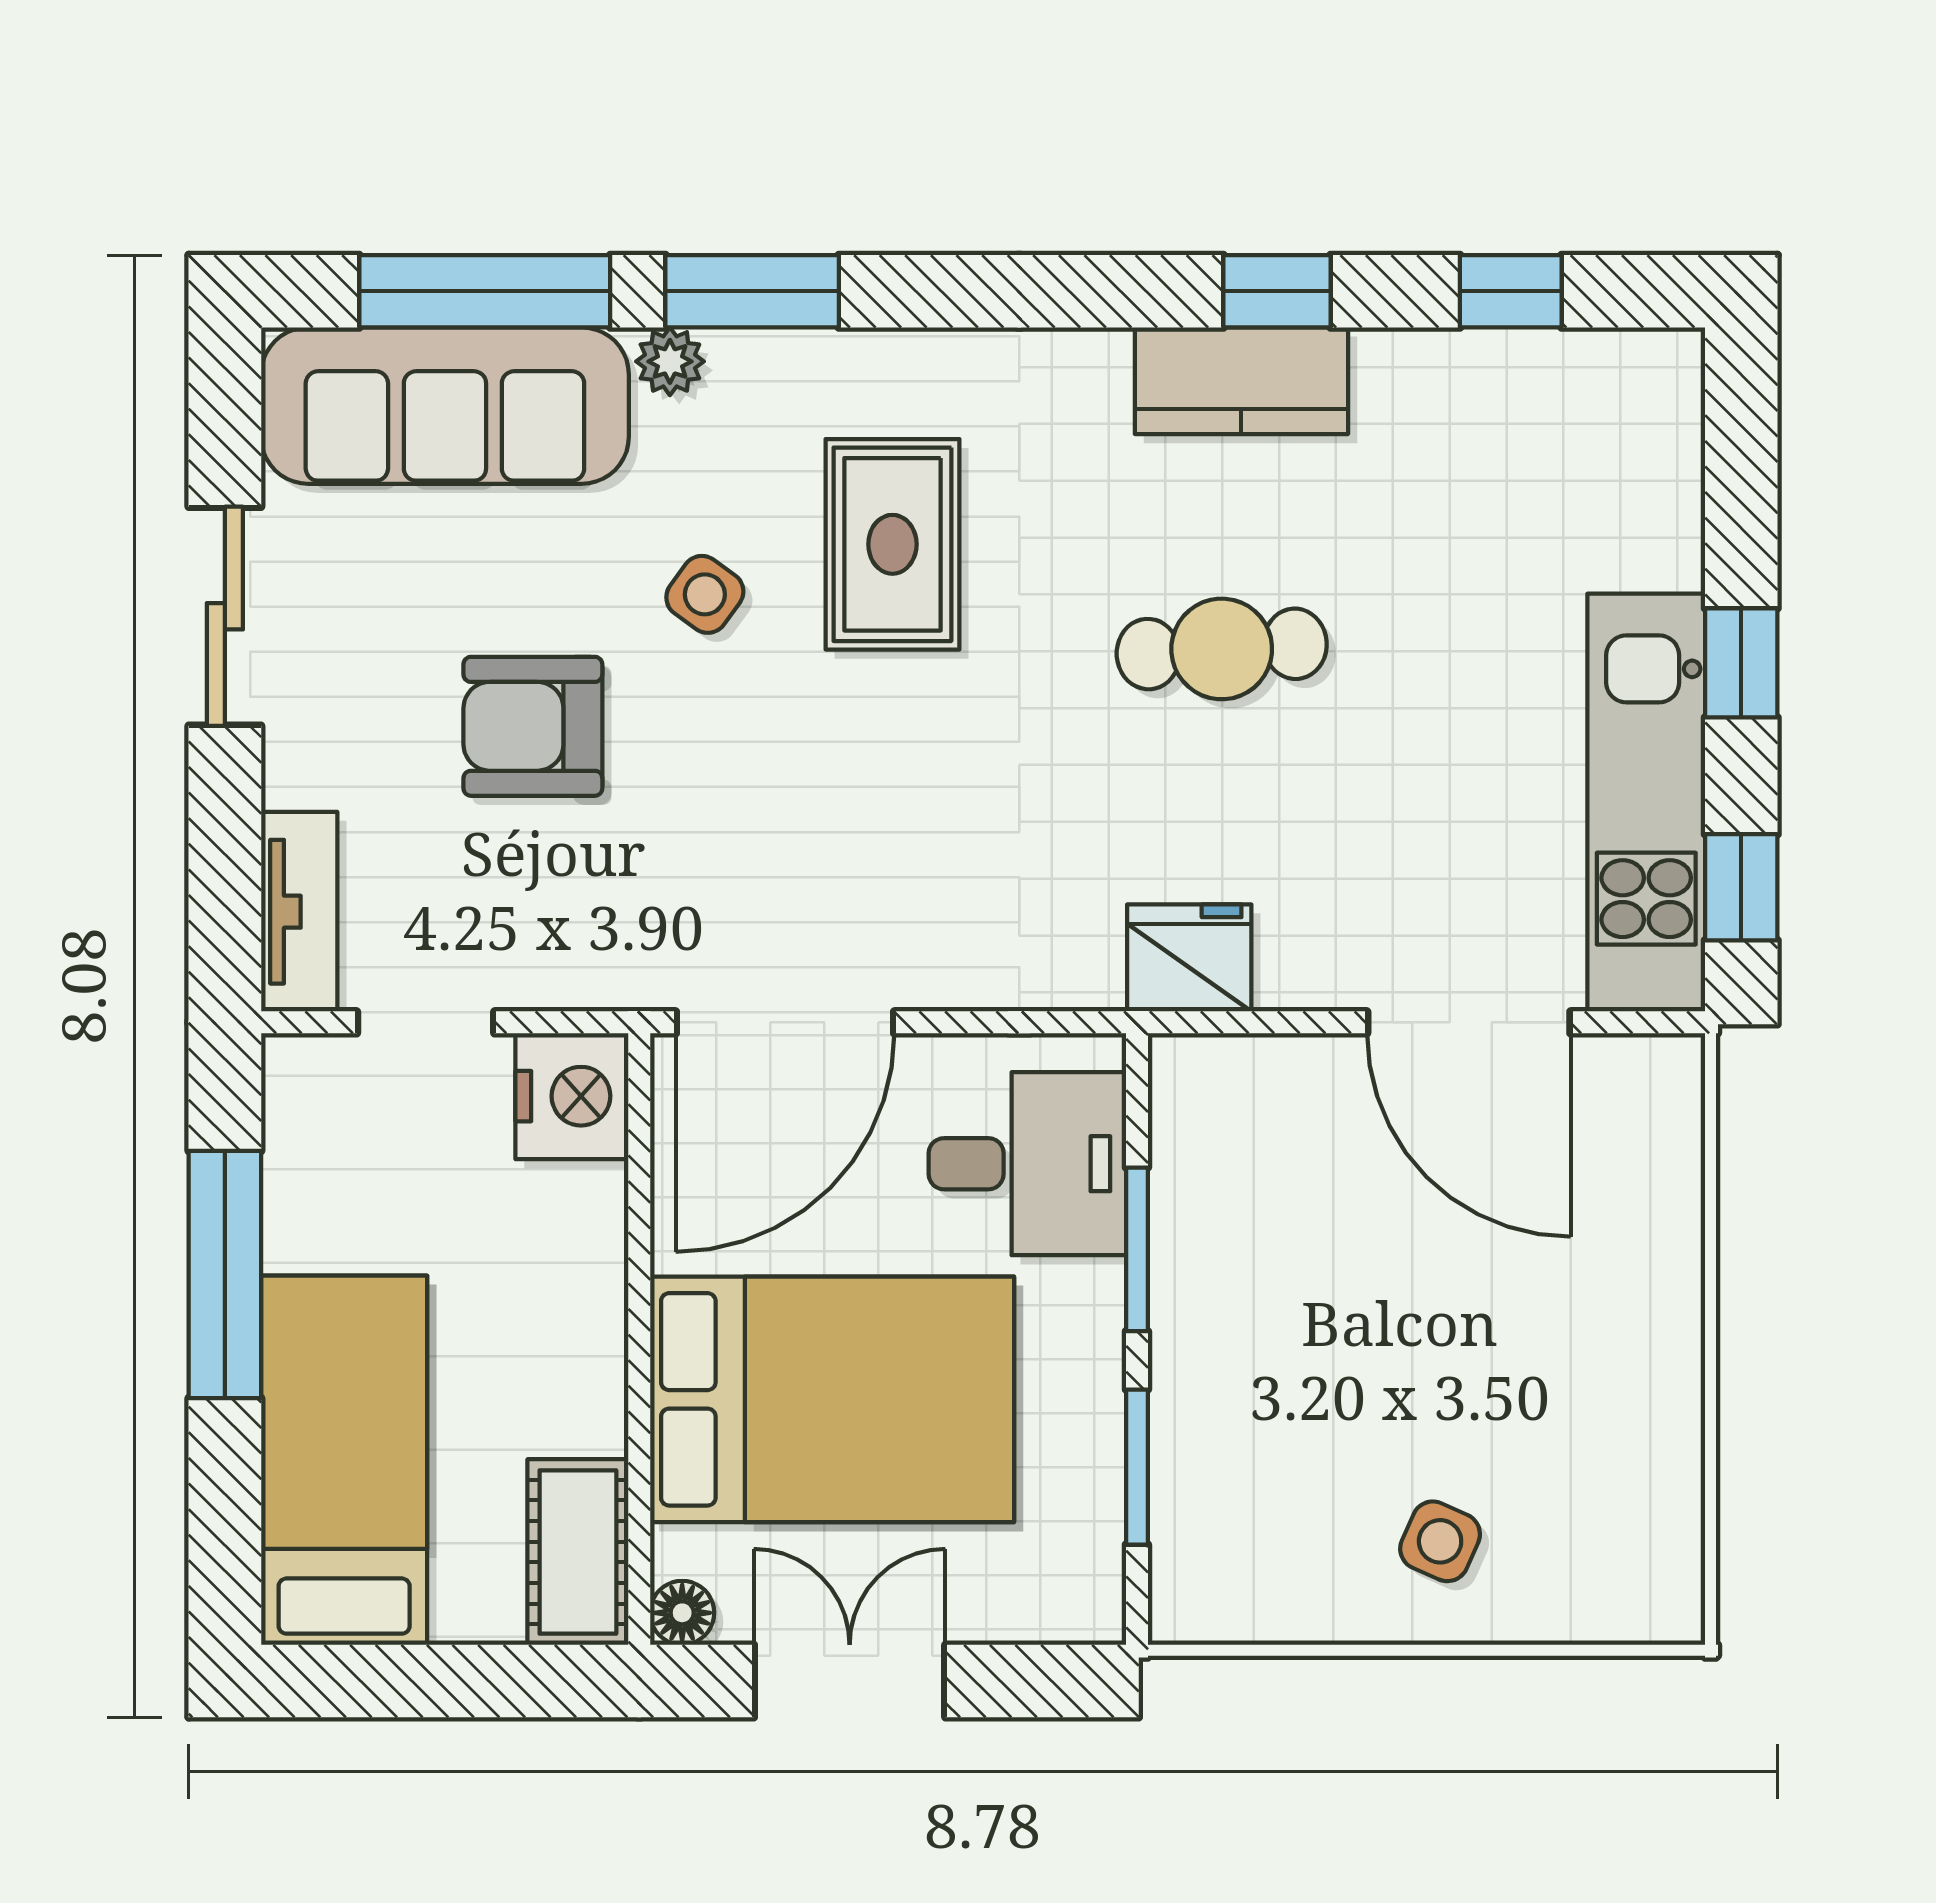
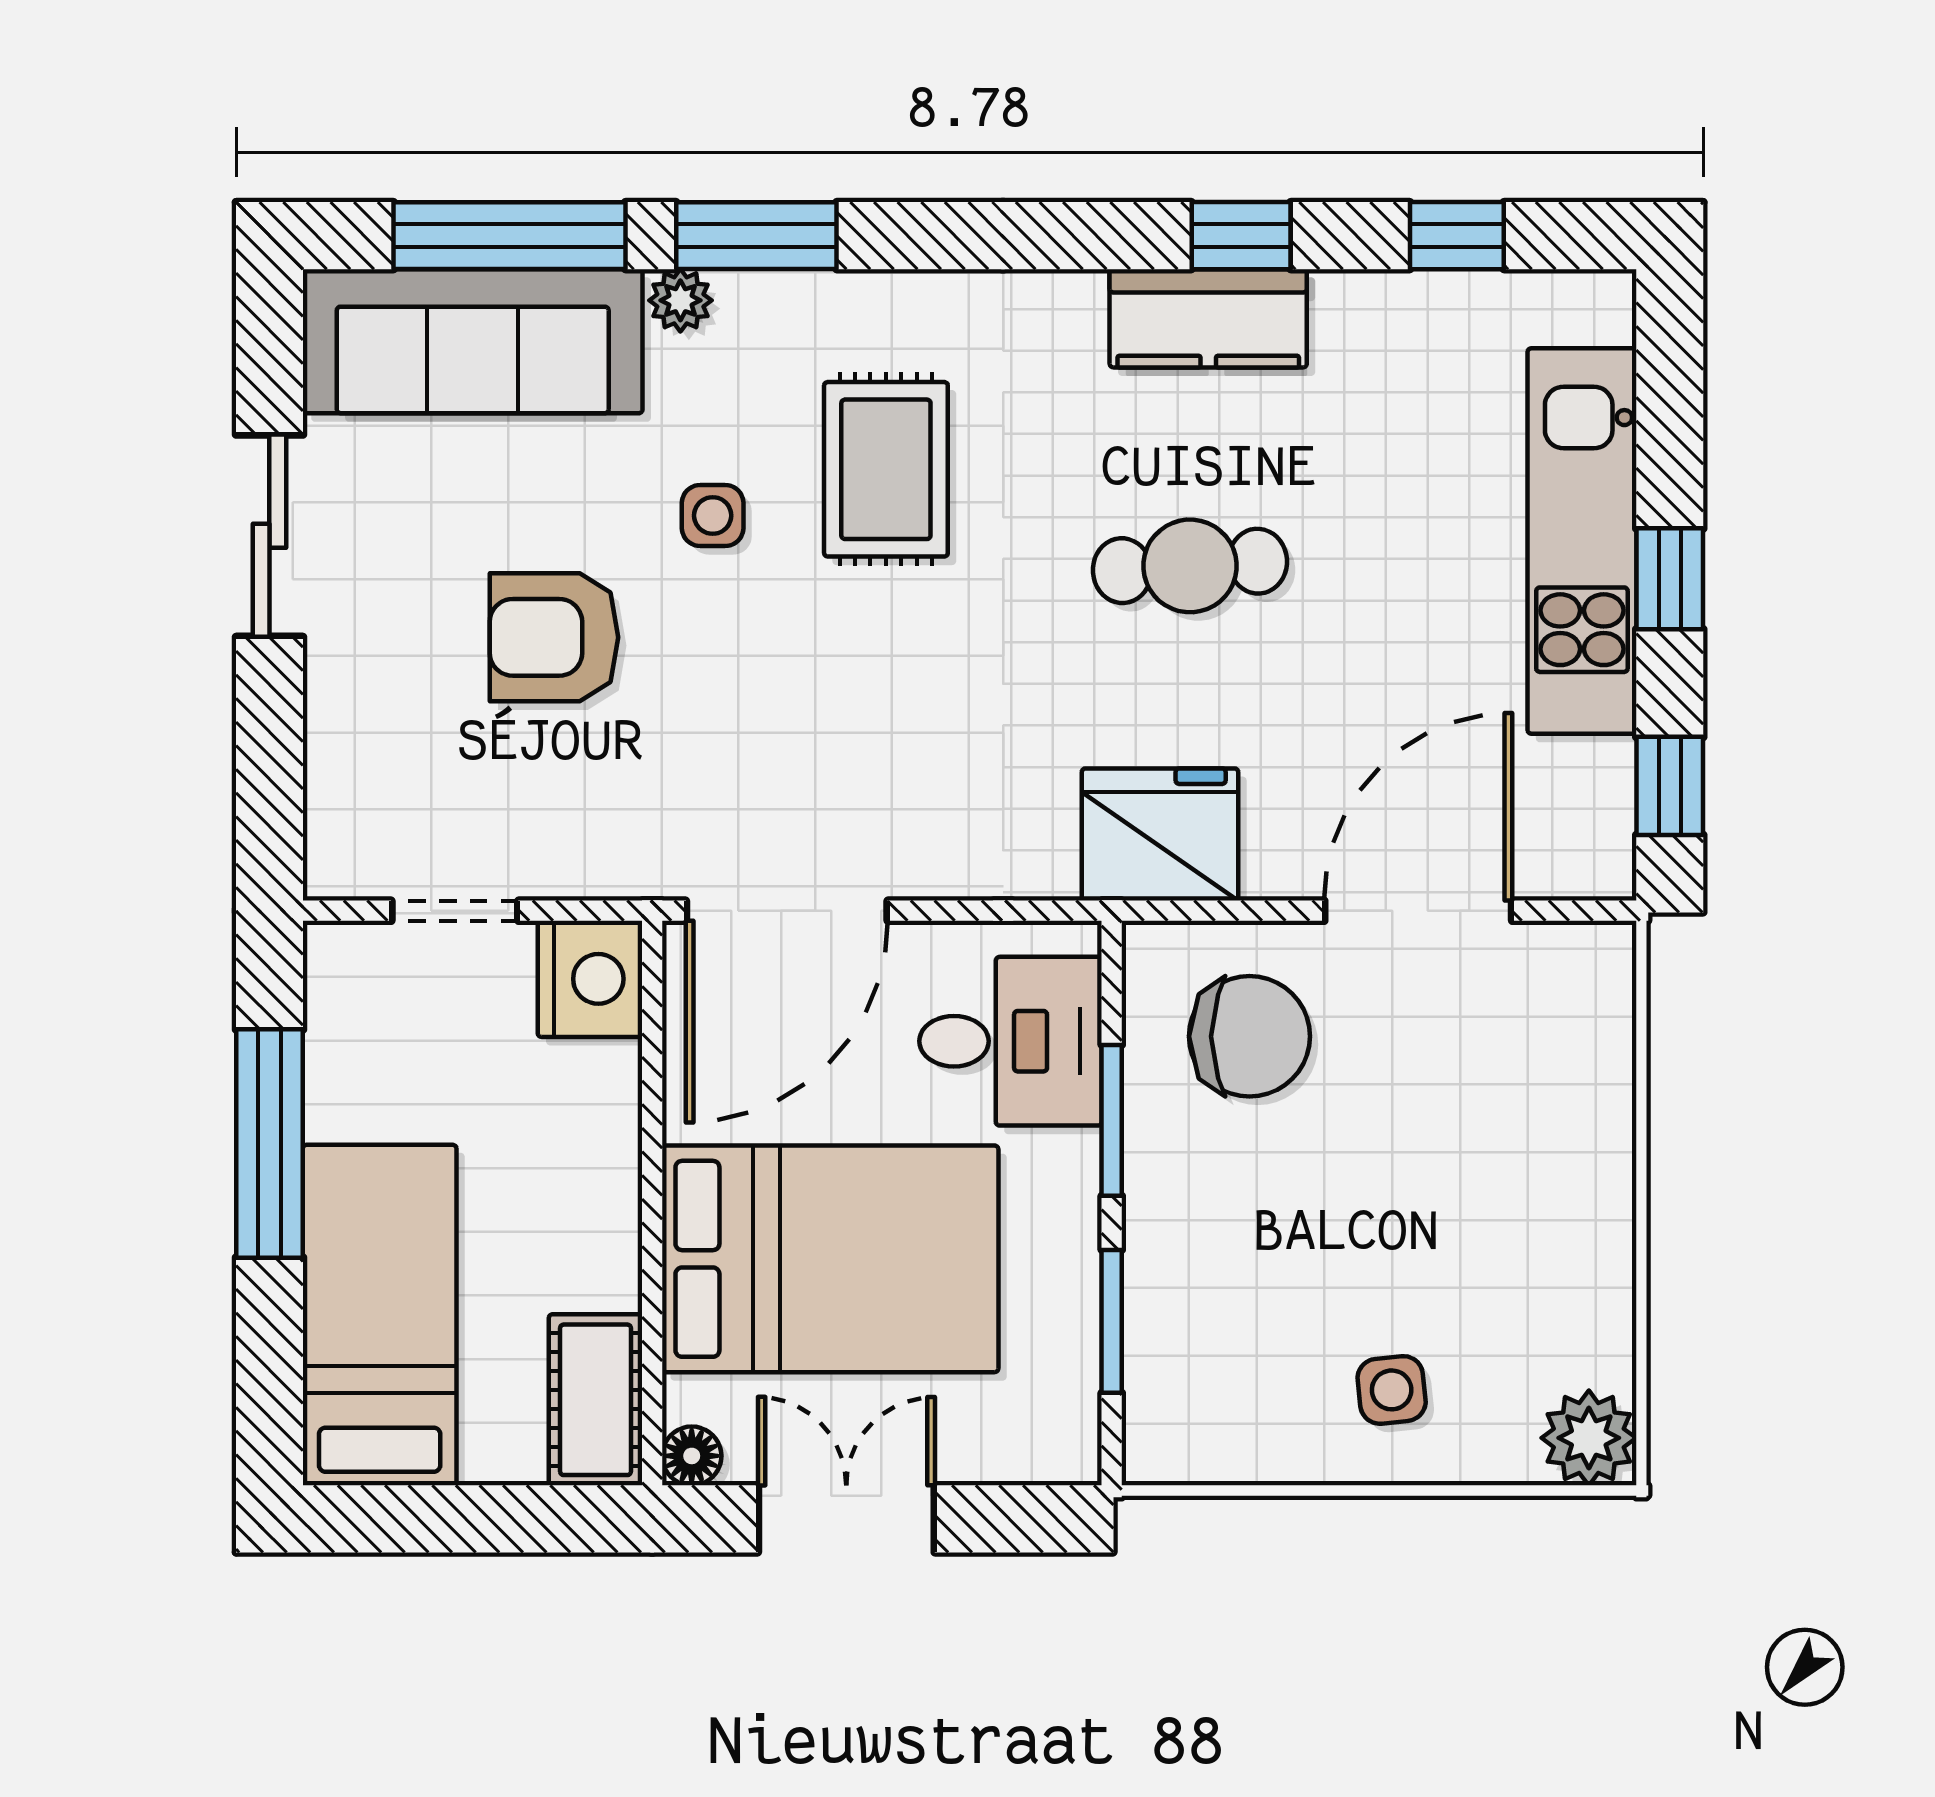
side table: (705, 594) -> (713, 516), turned -36
kitchen unit: (1646, 803) -> (1582, 541), moved
tv unit: (299, 912) -> (338, 808), removed
fridge: (1189, 958) -> (1160, 834), width x1.36, depth x1.34
door: (1469, 1022) -> (1418, 911), swing flipped
chair: (1286, 1158) -> (1249, 1036), added
side table: (1440, 1541) -> (1392, 1390), turned -30
plant: (1654, 1593) -> (1589, 1438), added

